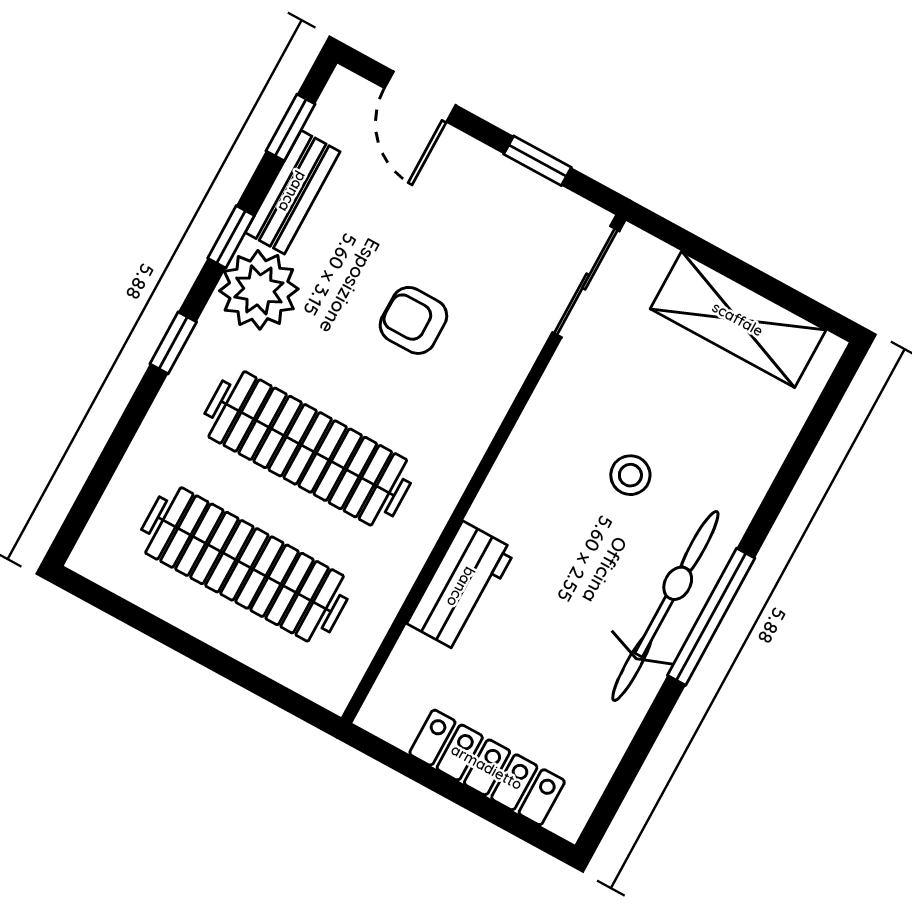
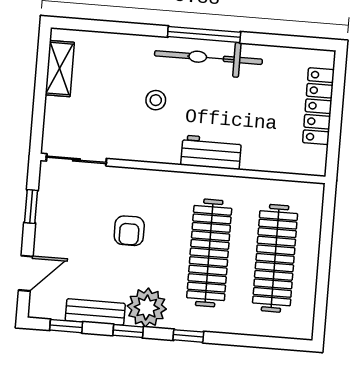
shelving: (738, 319) -> (60, 69), width x0.67, depth x0.75
workbench: (461, 587) -> (211, 152), moved

